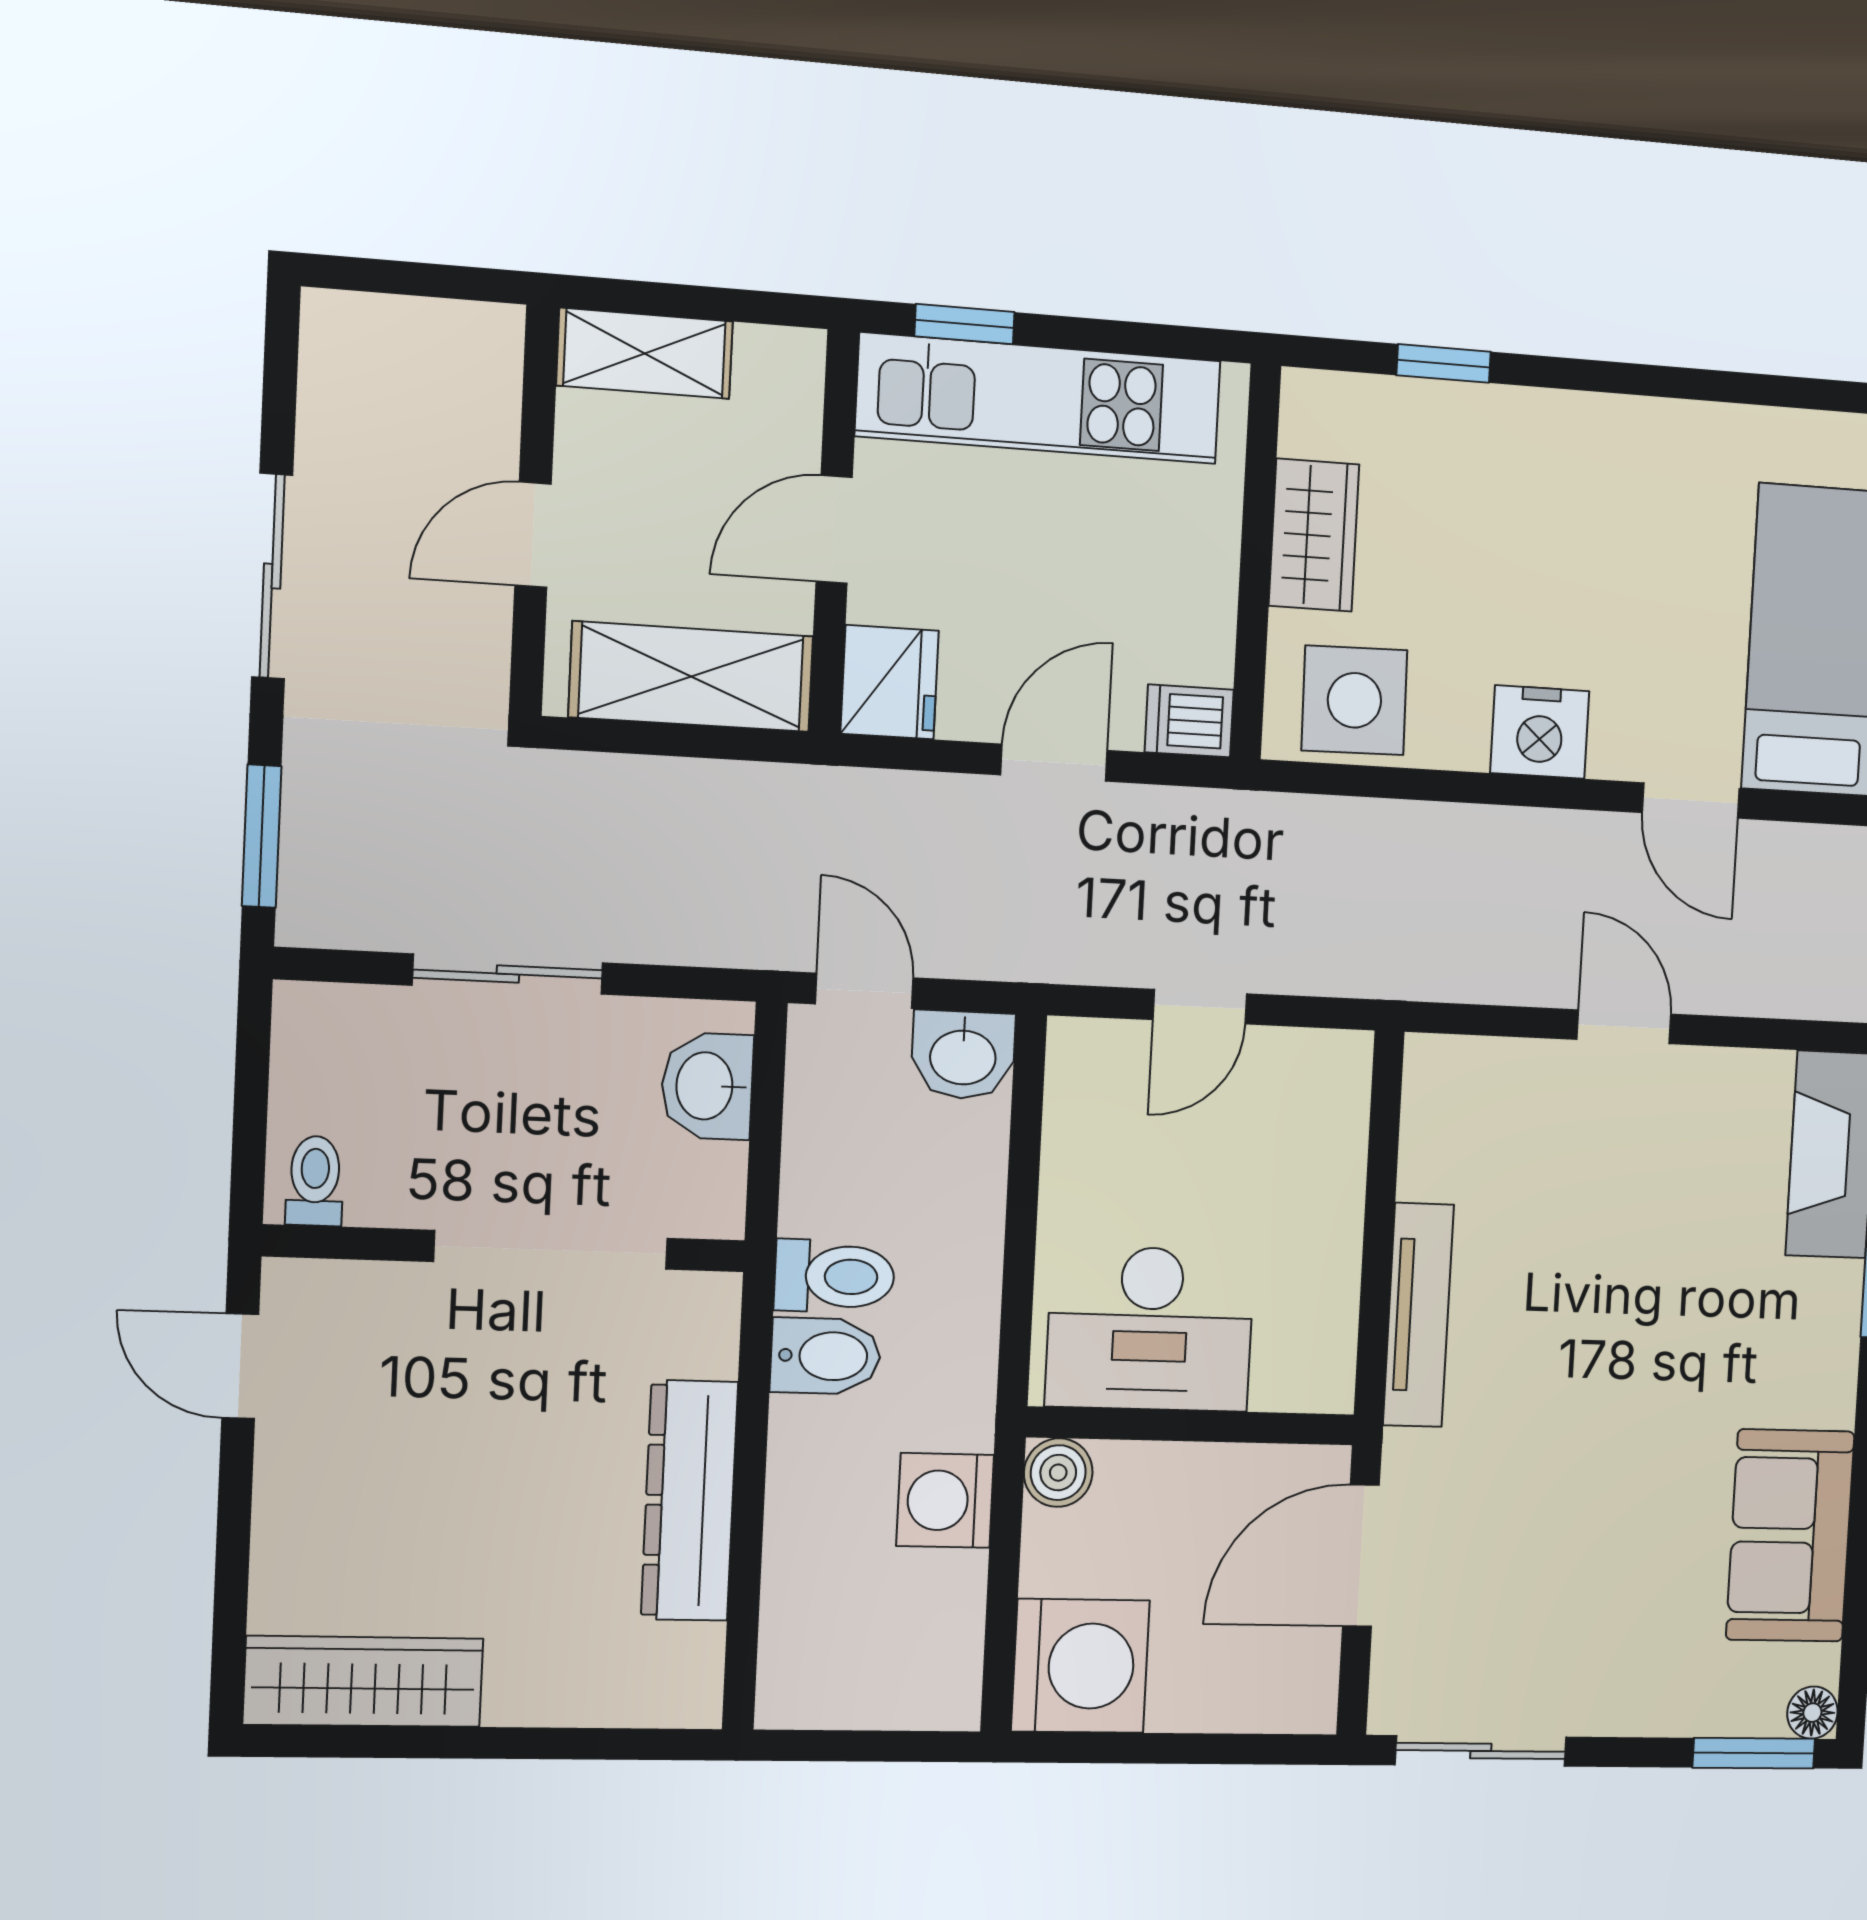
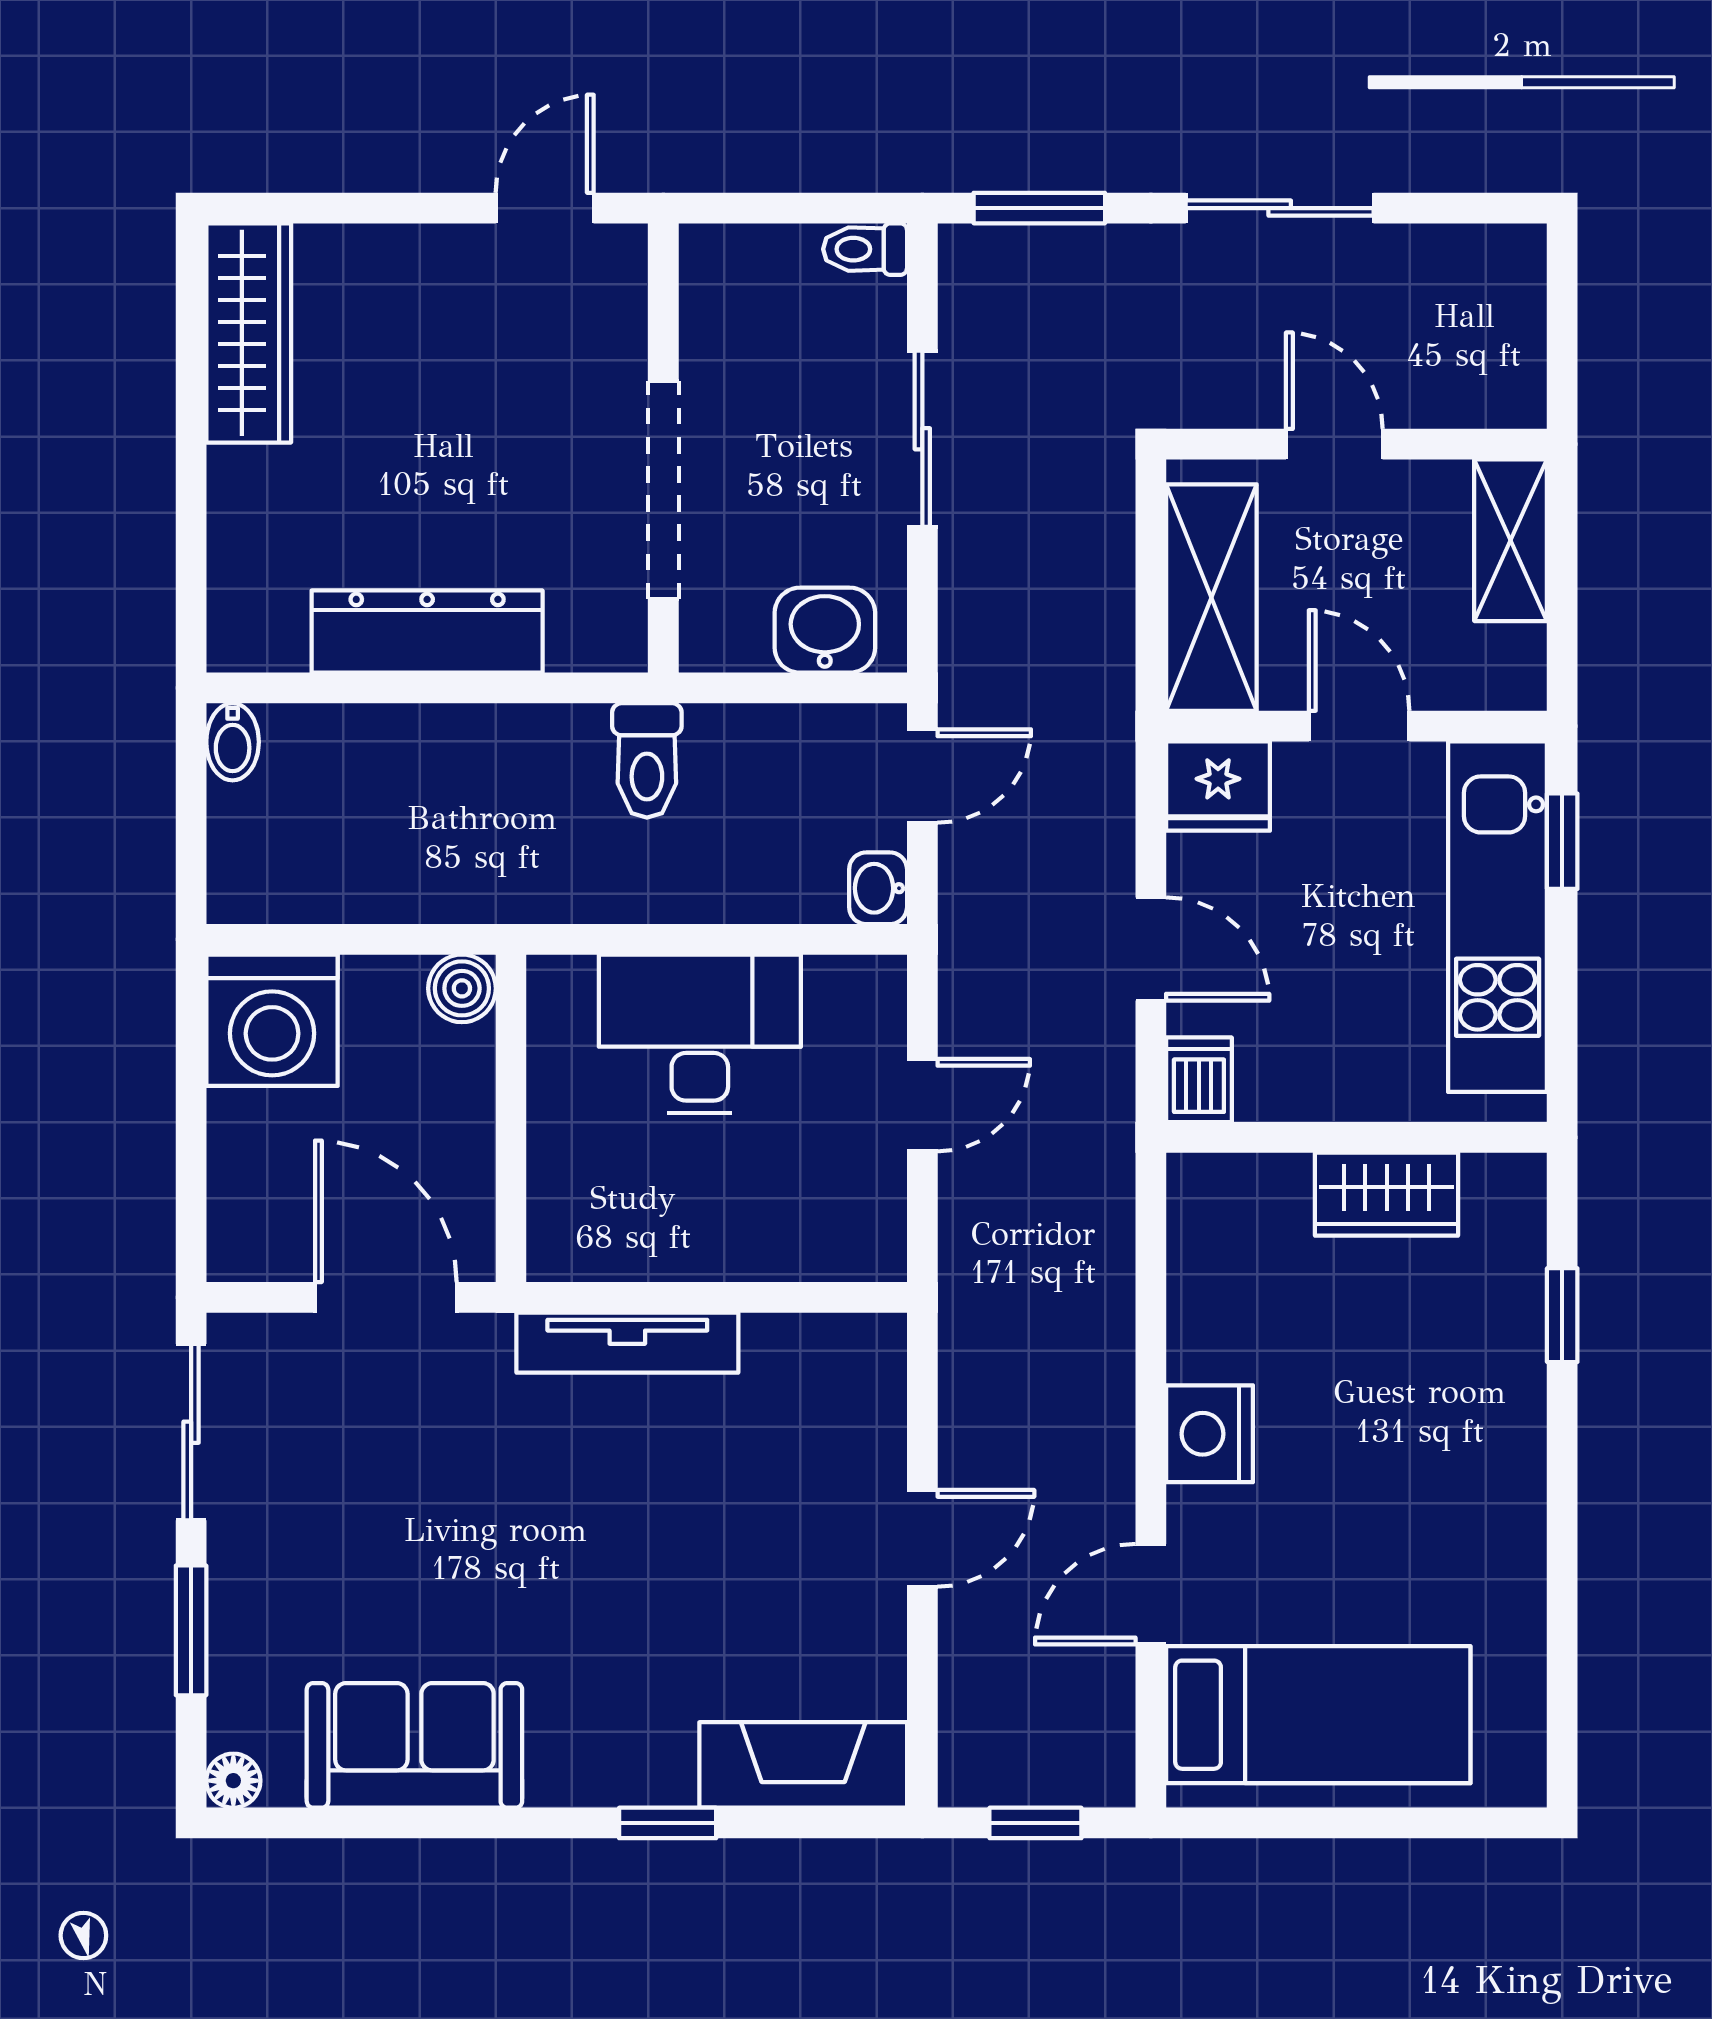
side table: (1354, 700) -> (1229, 1244), removed
door: (1200, 1007) -> (922, 1105), swing flipped
washbasin: (963, 1055) -> (878, 888), width x0.72, depth x0.69
toilet: (315, 1181) -> (865, 249), moved, turned 180
desk: (1150, 1329) -> (700, 1034), moved, turned 90
bidet: (826, 1356) -> (233, 742), moved, width x0.72, depth x0.74
washing machine: (945, 1500) -> (432, 879), removed
window: (1754, 1753) -> (191, 1630), moved

